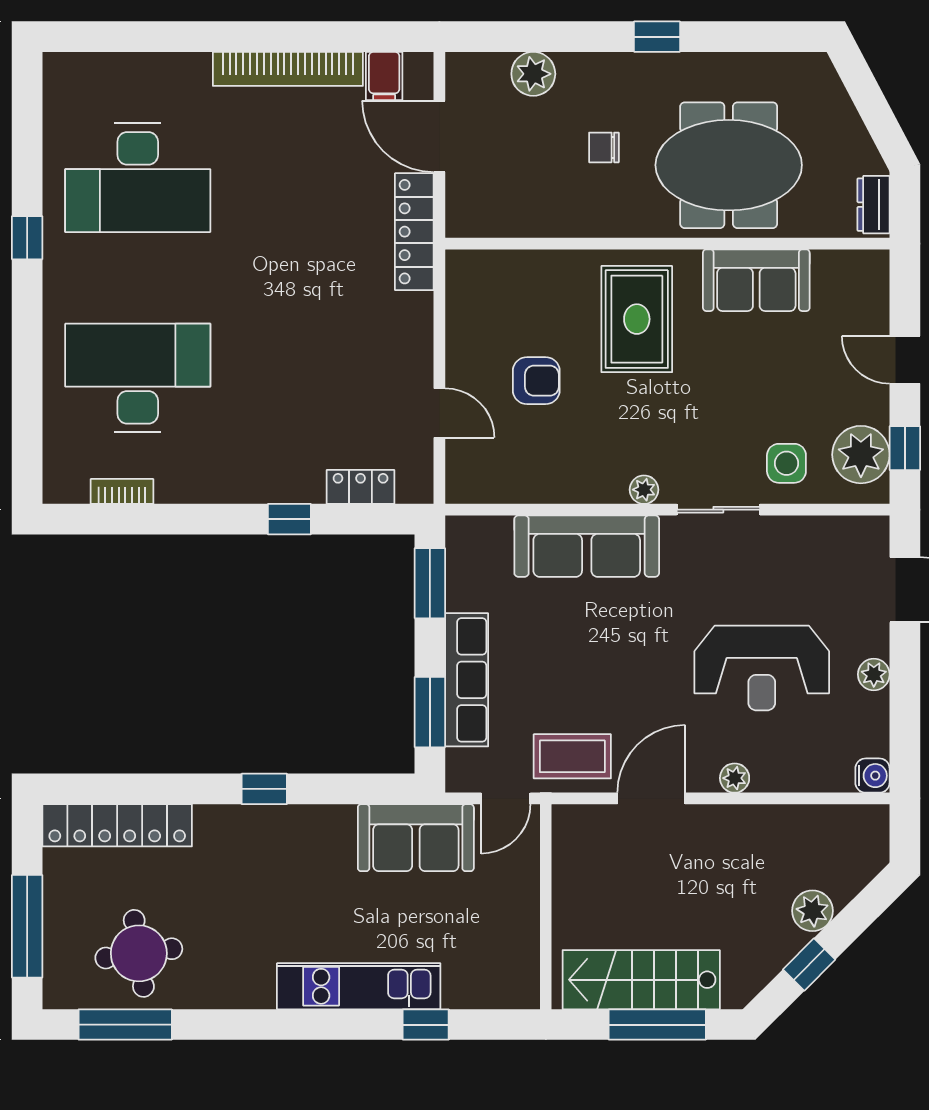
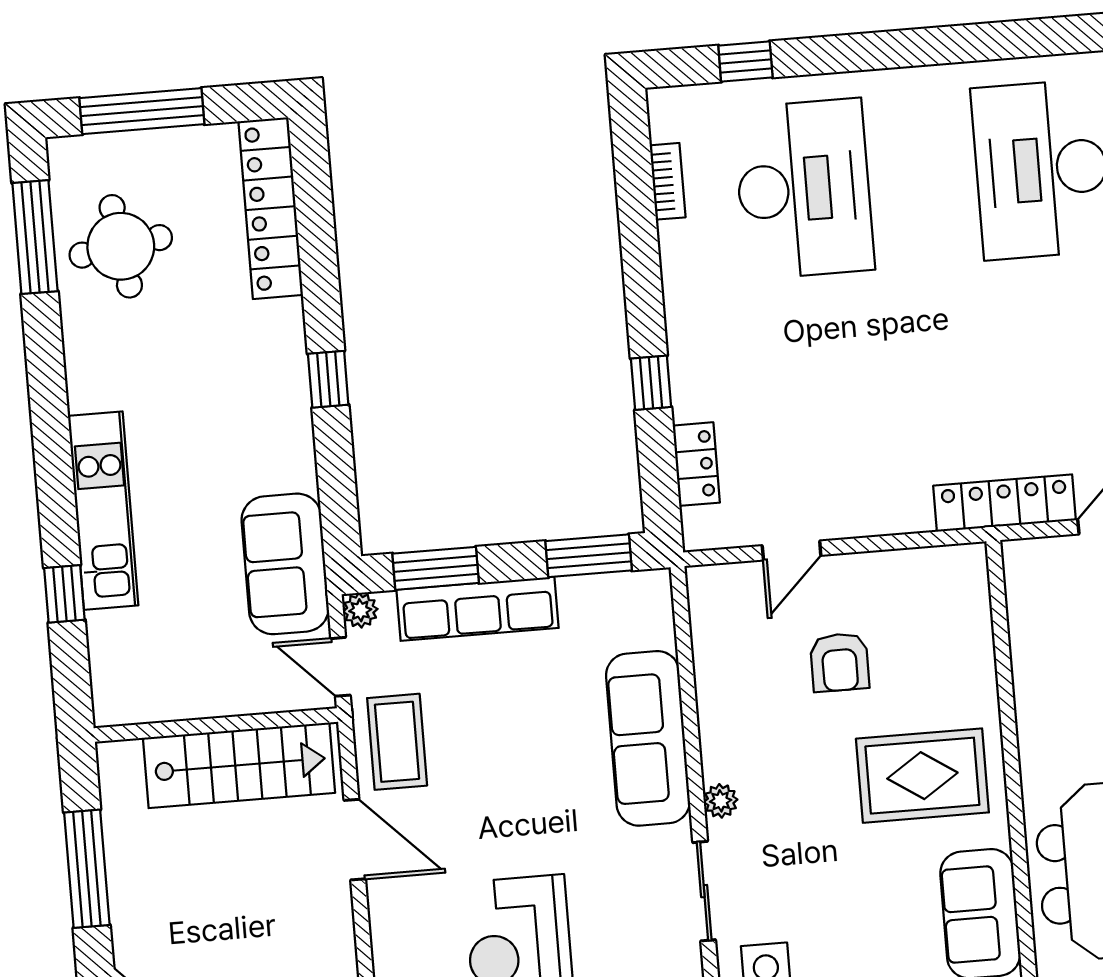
window: (27, 238) -> (745, 61), moved
plant: (735, 778) -> (360, 610), moved
stairs: (641, 980) -> (239, 765), moved, turned 90

